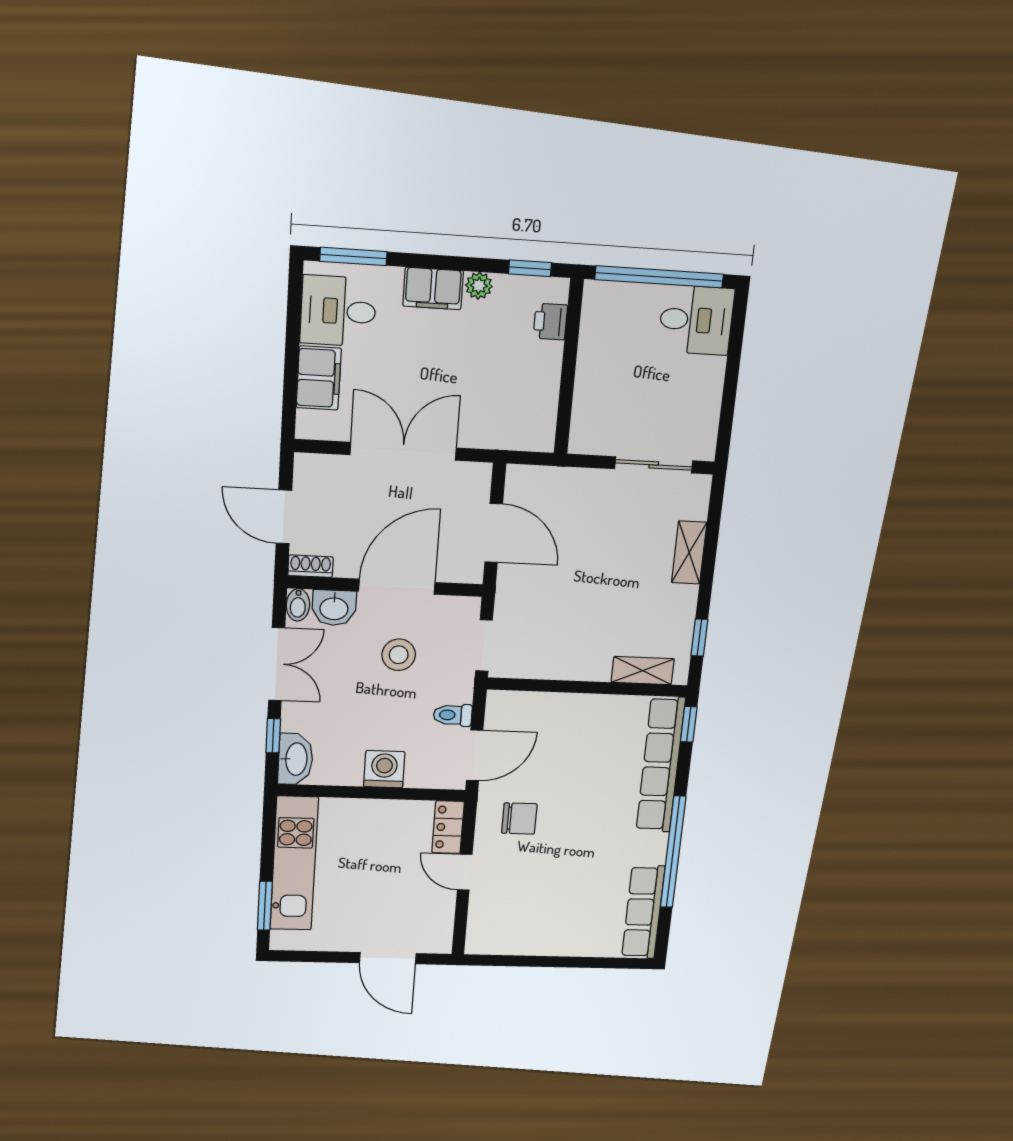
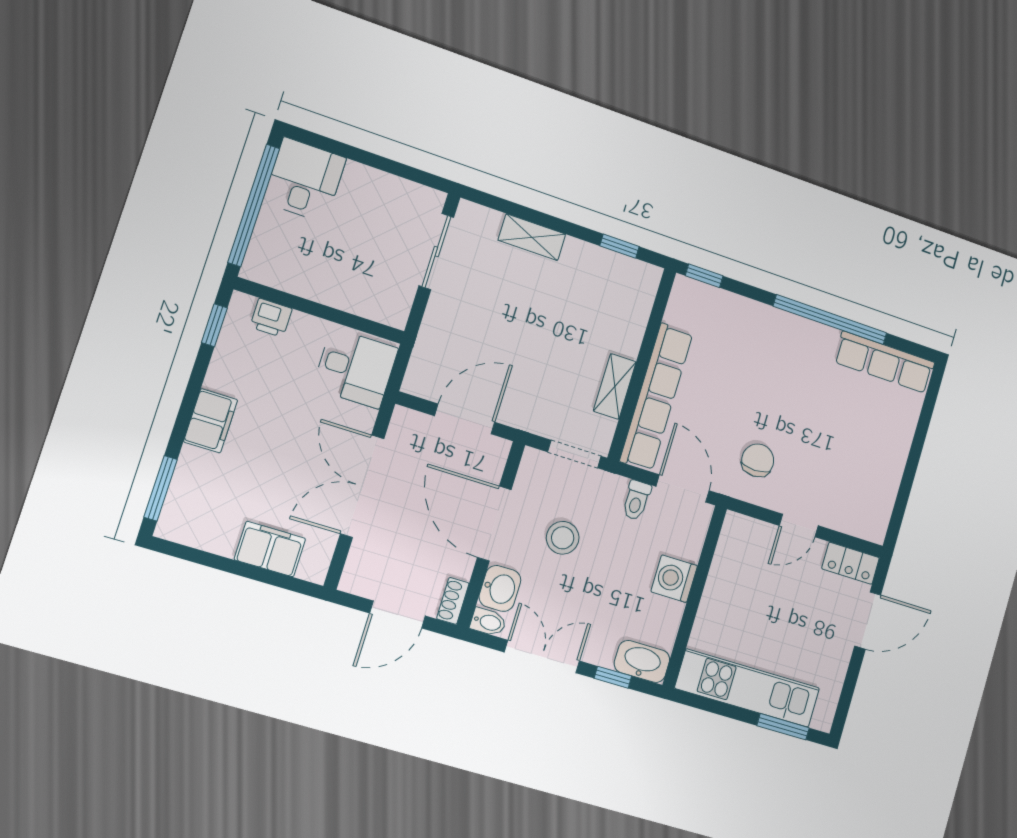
plant: (479, 286) -> (219, 377), removed
desk: (338, 311) -> (355, 368), moved, turned -90
shelving: (643, 671) -> (615, 386), moved
row of seats: (661, 765) -> (656, 397), moved, turned -90
locker: (448, 827) -> (851, 563), moved

